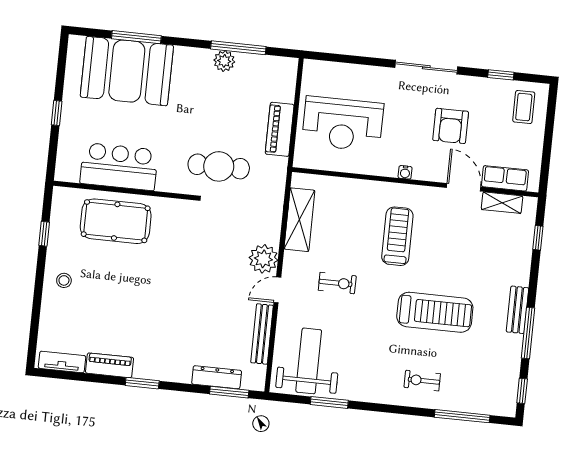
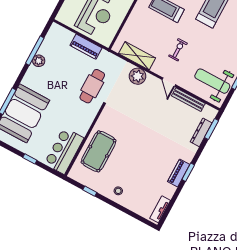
bar counter: (119, 167) -> (64, 151), moved
plant: (263, 259) -> (137, 76), moved
piano: (110, 365) -> (179, 173), moved

